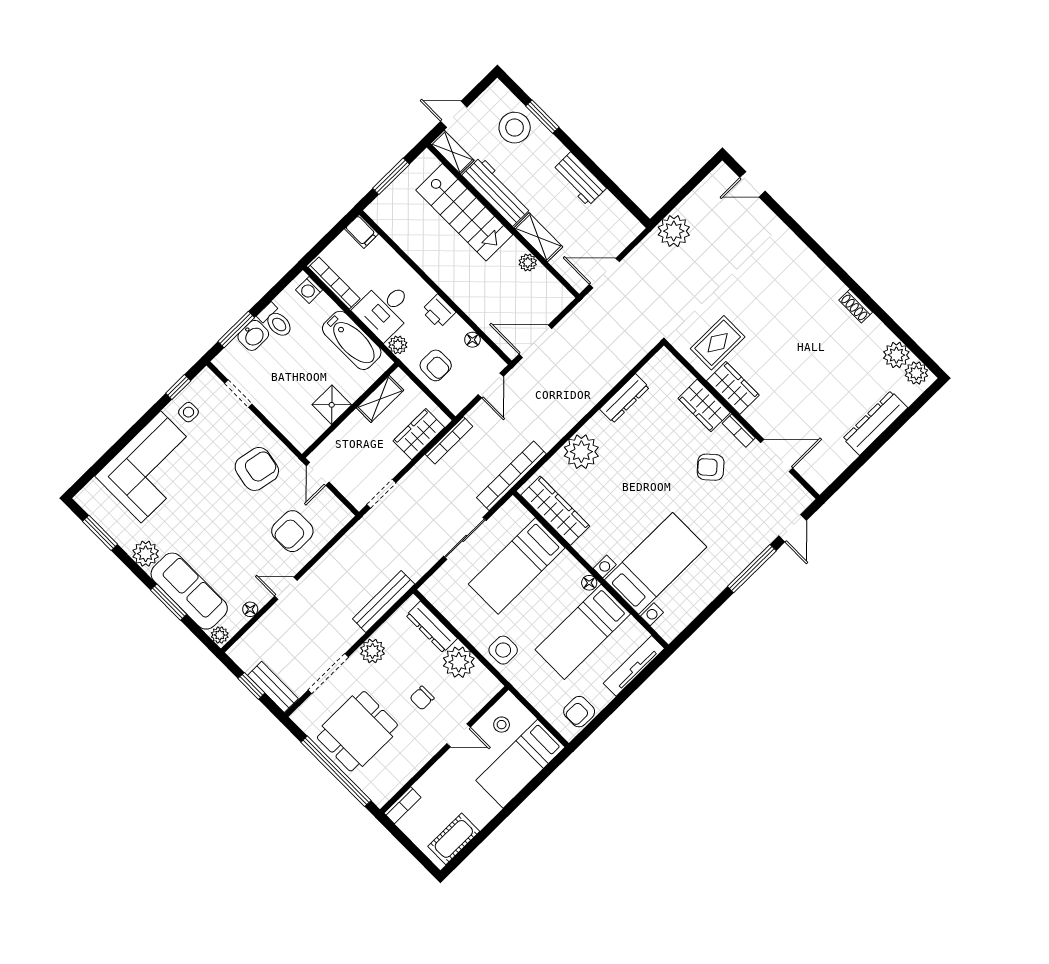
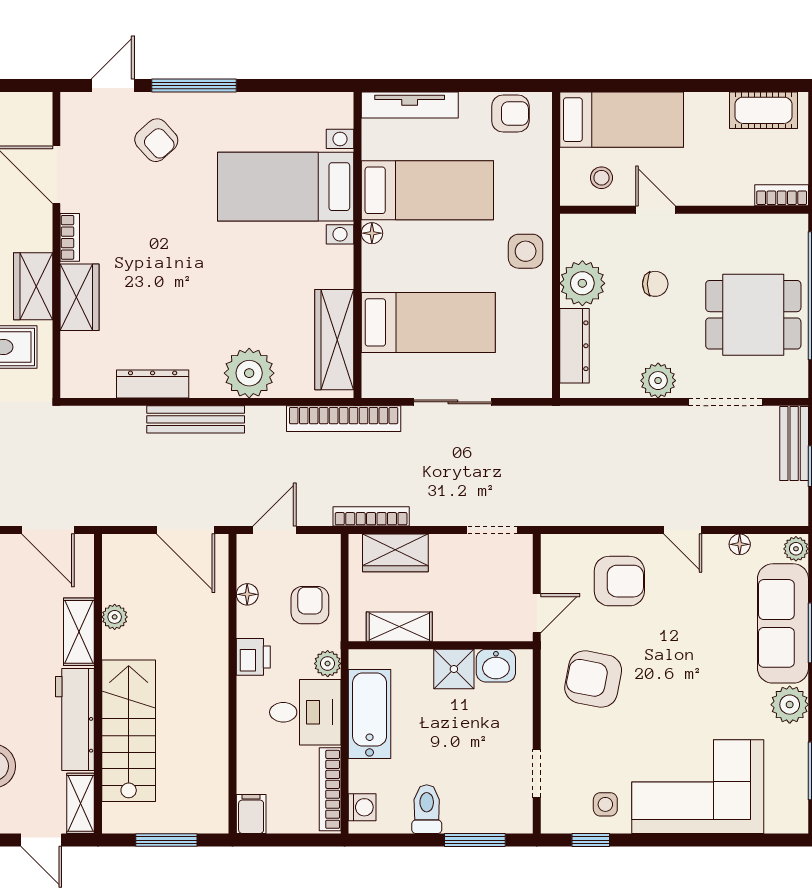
washbasin: (253, 335) -> (496, 666), moved, turned 180
armchair: (711, 467) -> (156, 140), moved
bench: (384, 601) -> (196, 419), moved

